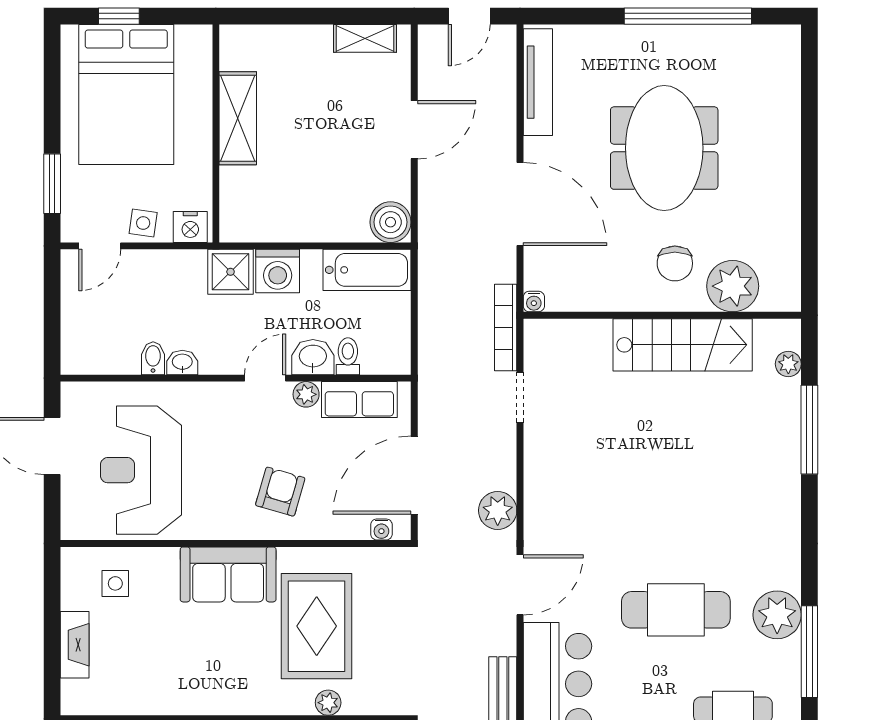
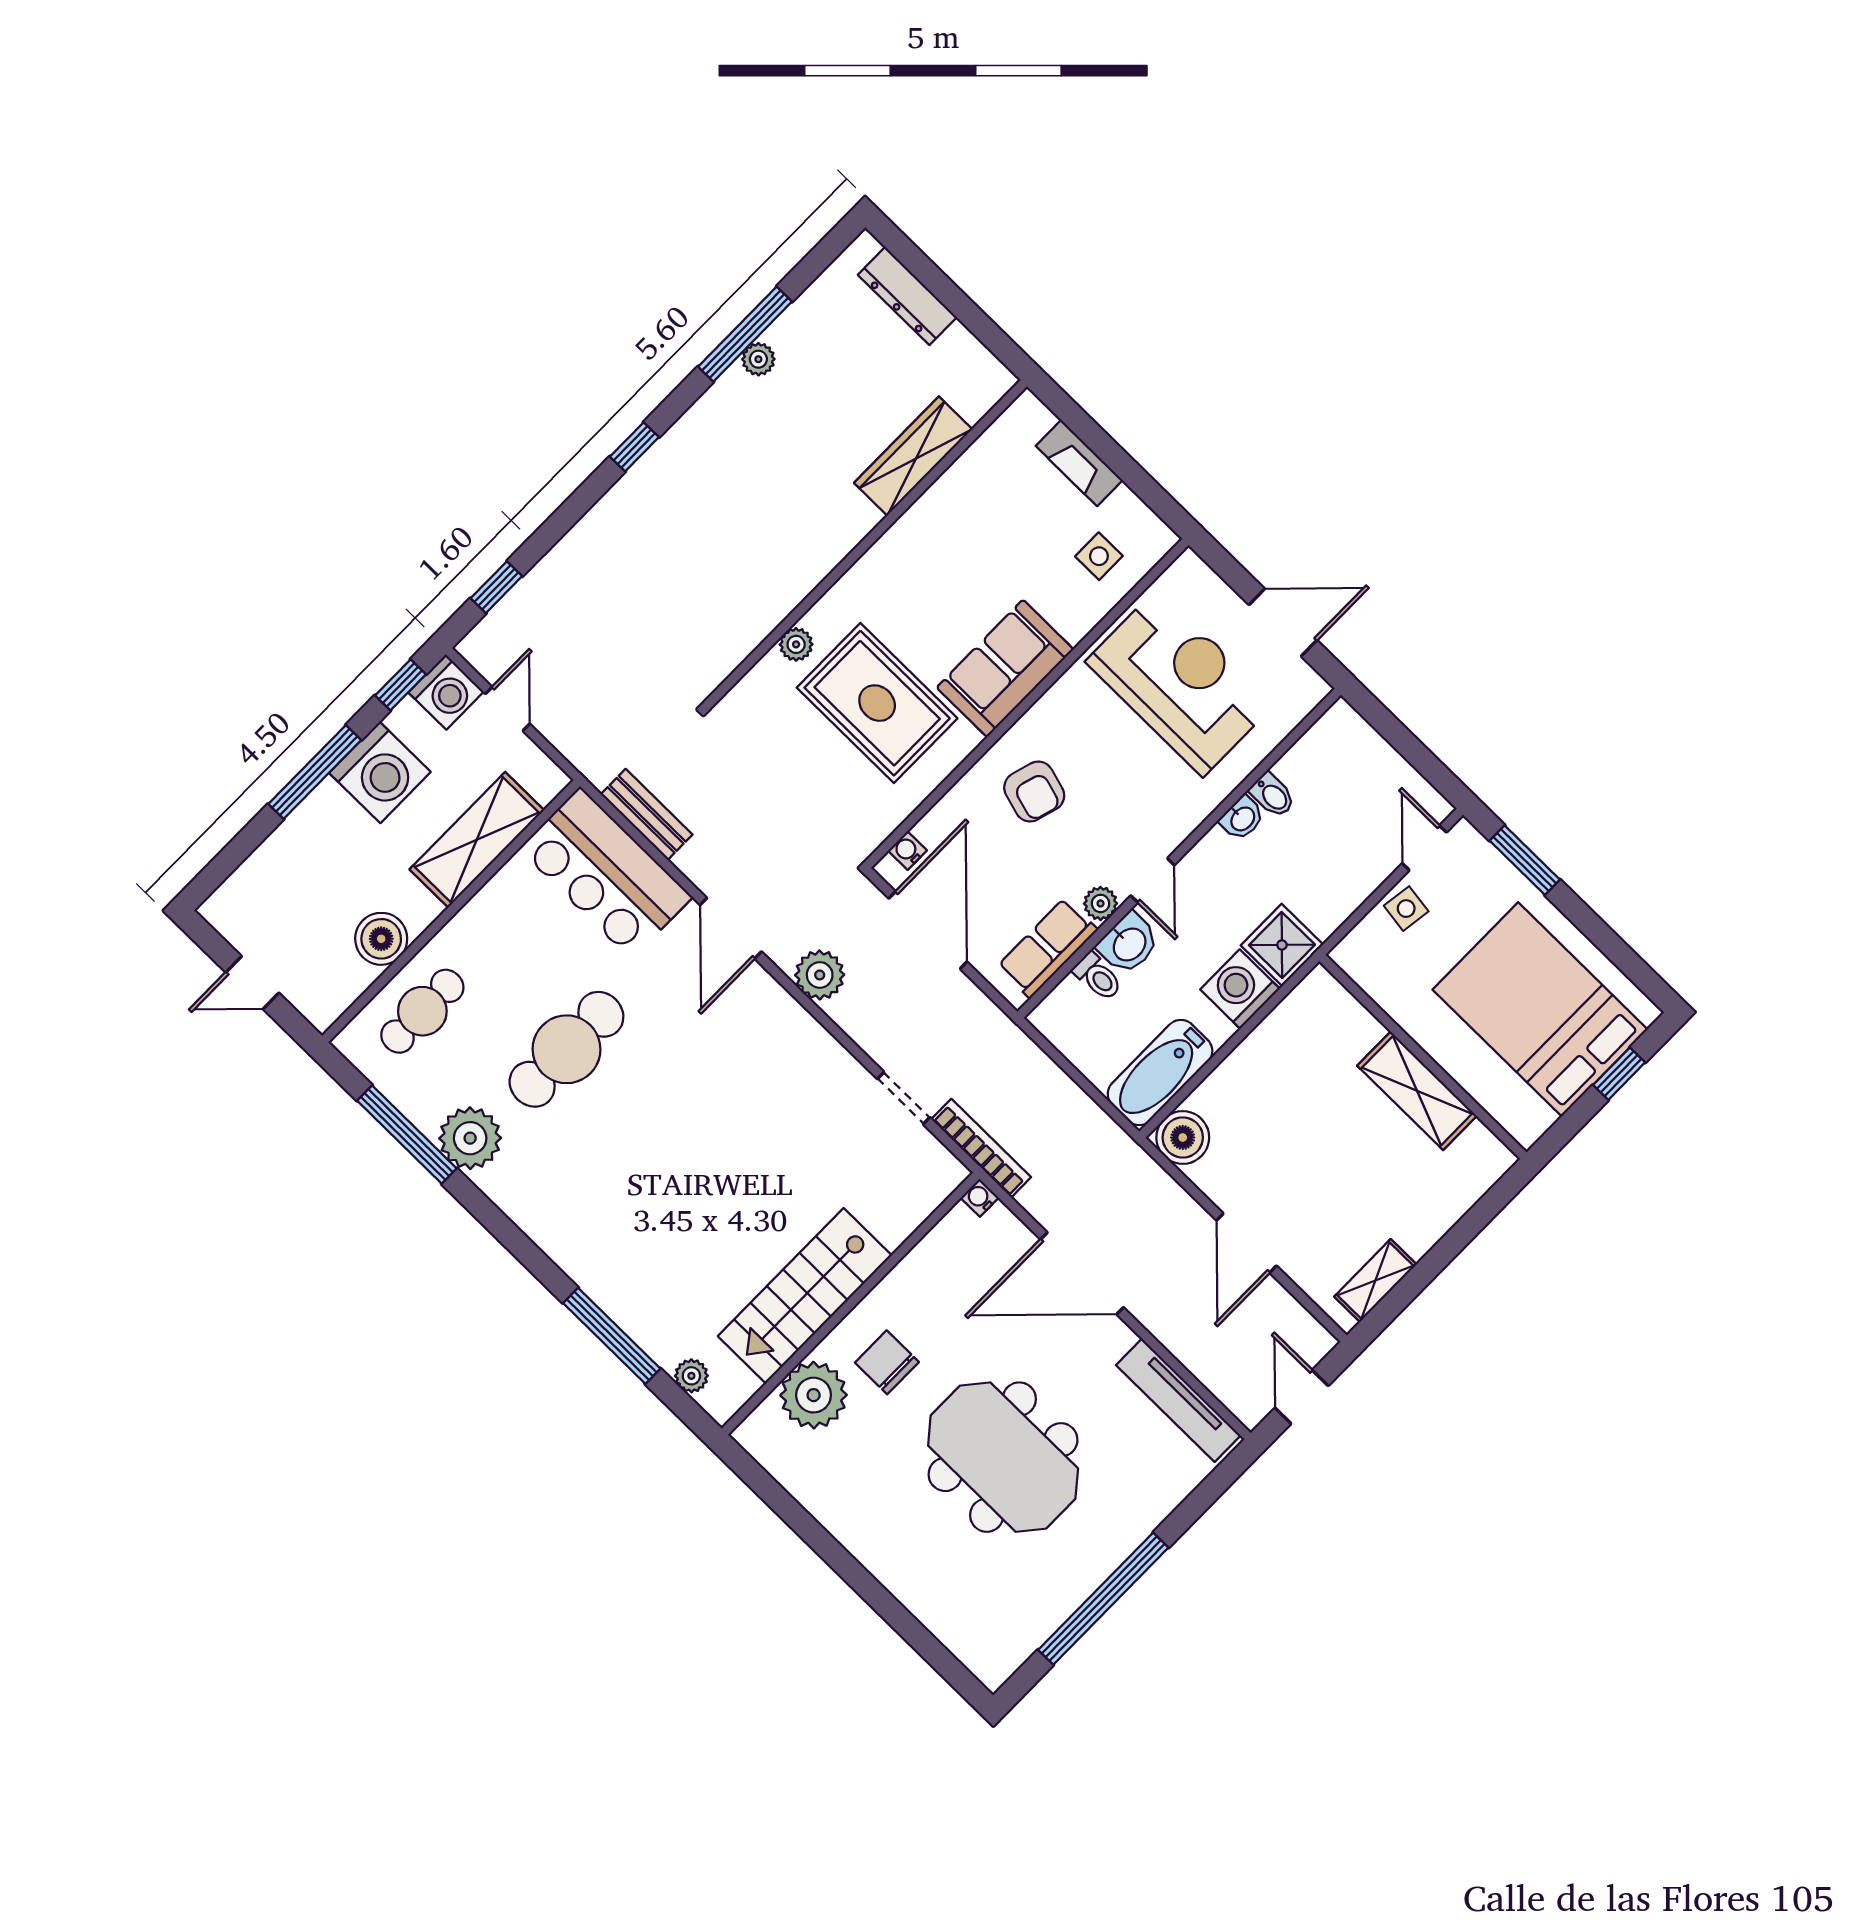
nightstand: (190, 227) -> (1360, 948), removed

